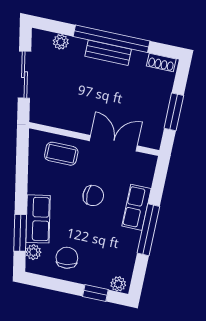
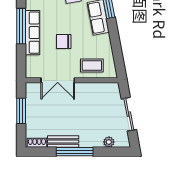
window: (112, 39) -> (75, 152), width x0.68
bench: (108, 53) -> (63, 142), moved
row of seats: (136, 207) -> (32, 33), width x1.48

